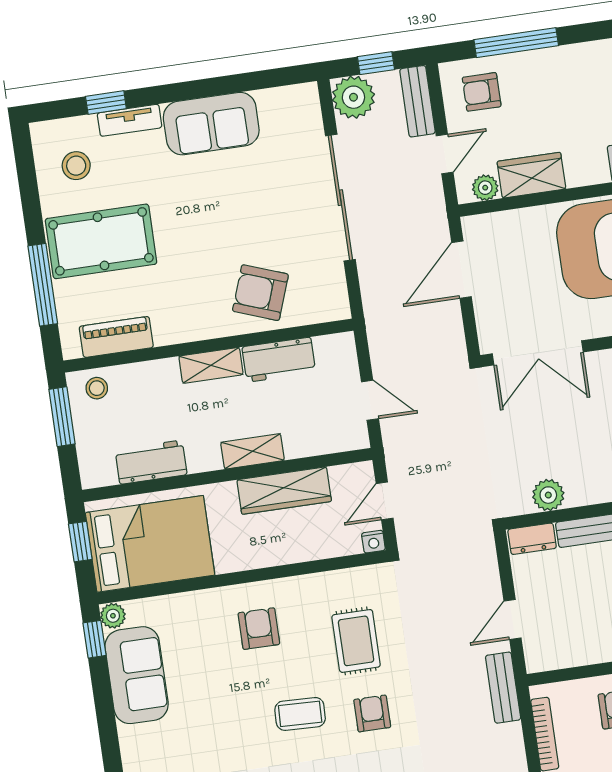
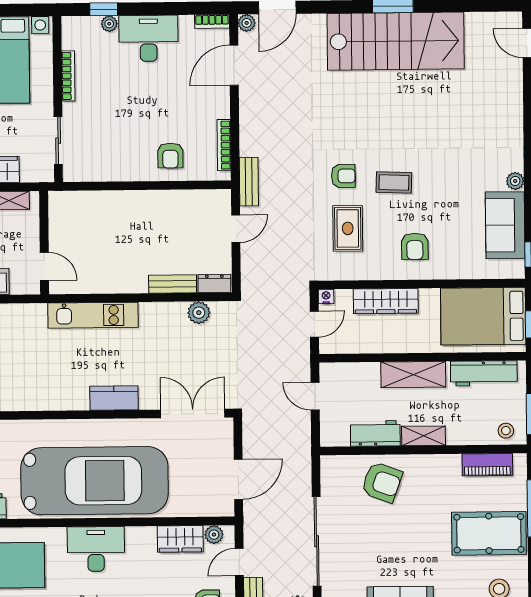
shelving: (253, 451) -> (413, 375), width x1.50, depth x1.33
workbench: (151, 462) -> (484, 373), width x1.38
wardrobe: (284, 491) -> (386, 301), moved, turned 180
plant: (113, 616) -> (515, 181), moved
armchair: (372, 713) -> (343, 176), turned -90

